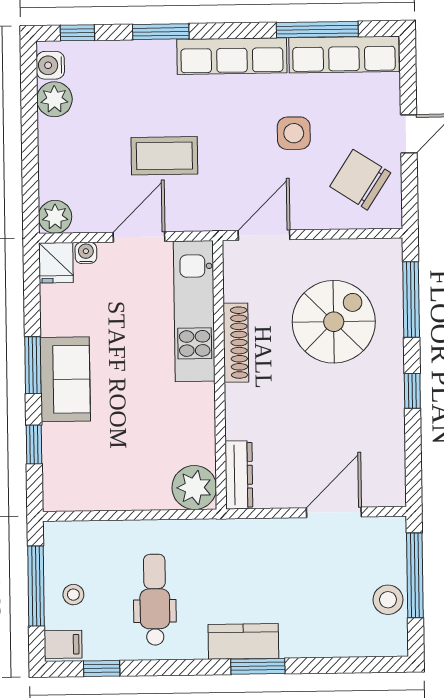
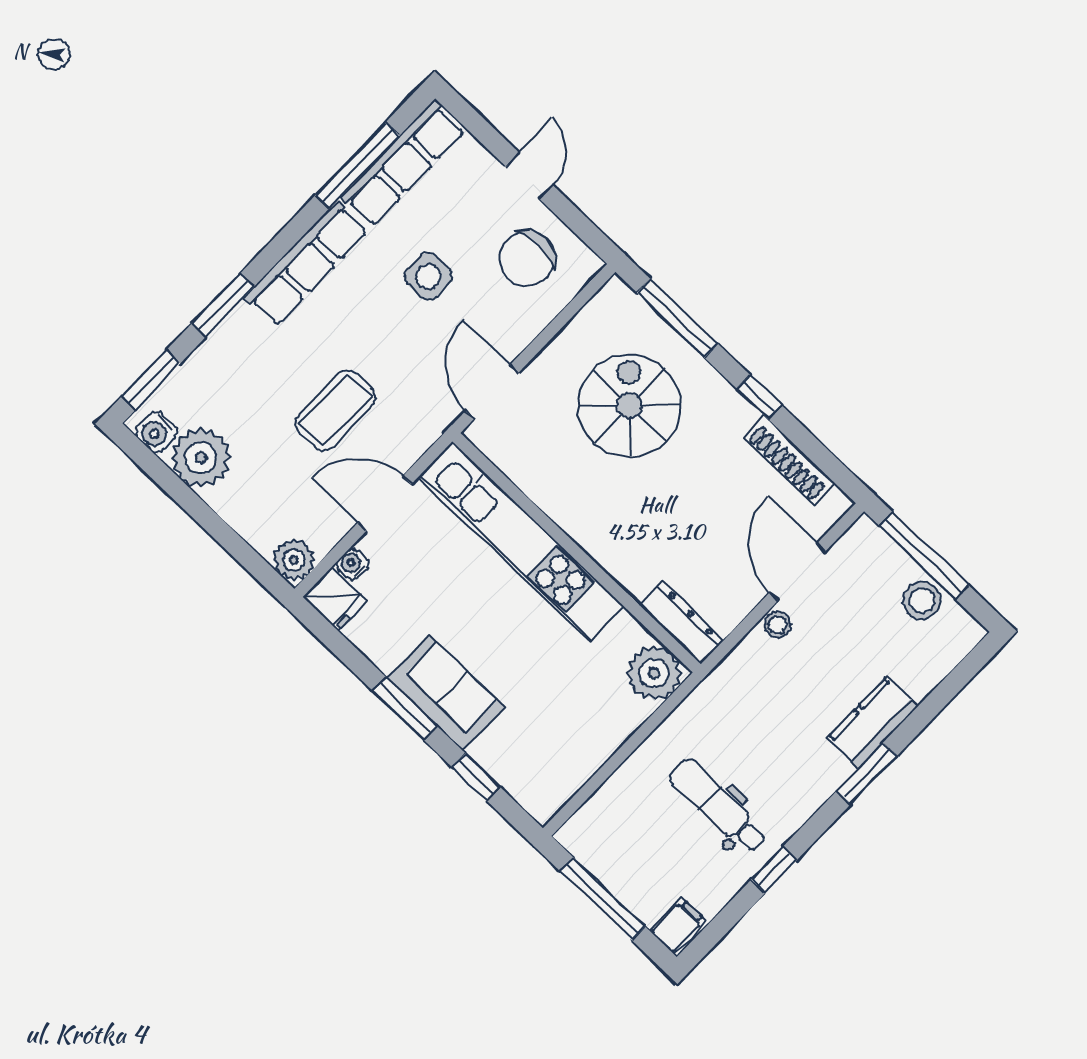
window: (77, 33) -> (151, 380), width x1.50
plant: (54, 99) -> (201, 458), width x1.36, depth x1.36
chair: (360, 180) -> (527, 259), turned -33
door: (139, 237) -> (385, 503), hinge flipped
kitchen unit: (194, 311) -> (521, 541), width x1.36
shoe rack: (236, 343) -> (789, 460), moved, turned 180
stool: (73, 595) -> (777, 625), moved
kitchen counter: (243, 641) -> (873, 722), moved
window: (102, 668) -> (774, 870), moved

